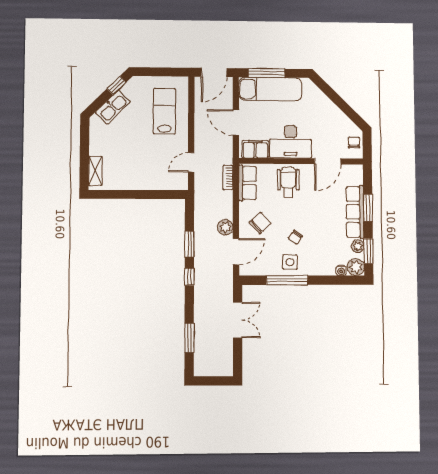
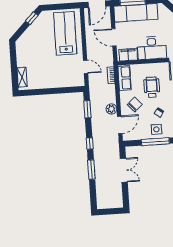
kitchen sink: (113, 107) -> (30, 33), removed
lab bench: (164, 111) -> (65, 33), width x1.36, depth x1.39
door: (191, 162) -> (86, 67), swing flipped
wheelchair: (288, 182) -> (152, 87), moved
window: (189, 244) -> (87, 109), moved
window: (189, 338) -> (91, 170), moved

